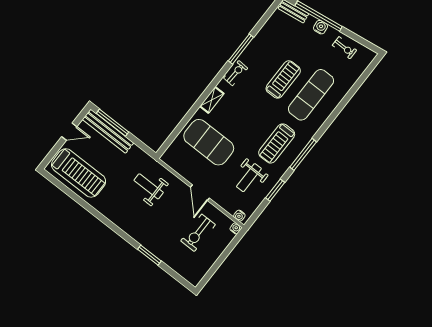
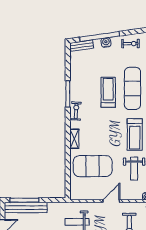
door: (200, 193) -> (111, 201), swing flipped

